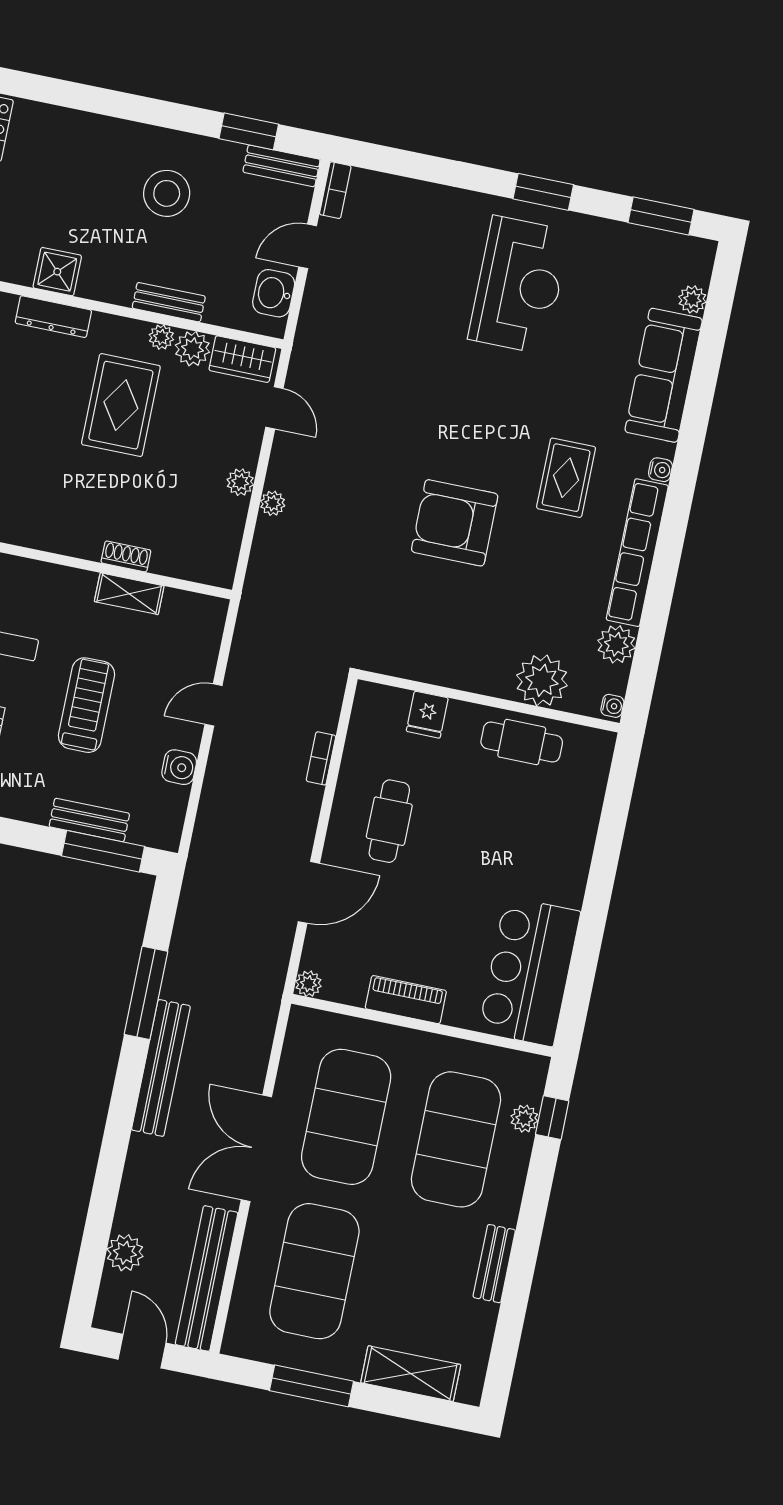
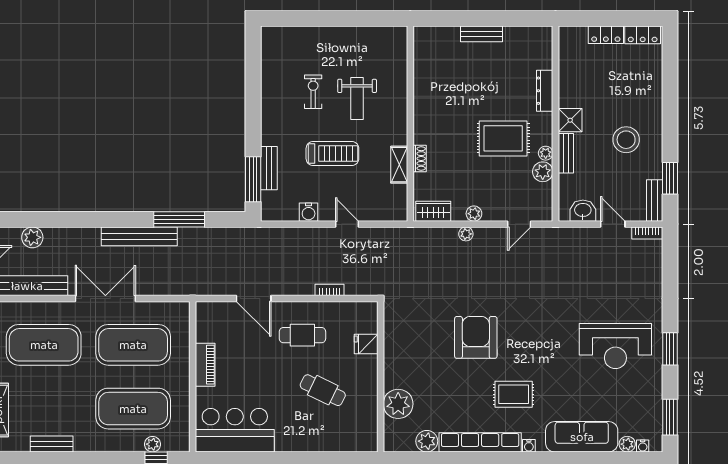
shower: (57, 272) -> (570, 120), moved
wardrobe: (242, 359) -> (433, 211), moved, turned 90
water cooler: (612, 706) -> (643, 446), moved
cafe table: (522, 742) -> (323, 390), moved, turned -64
plant: (309, 984) -> (203, 309), removed
bench: (494, 1264) -> (52, 444), moved

